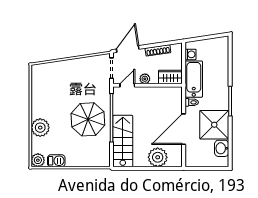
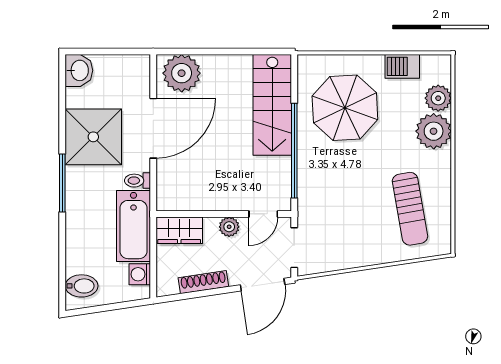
bidet: (220, 48) -> (82, 286), added
sun lounger: (52, 88) -> (410, 209), added
parasol: (88, 119) -> (345, 108), moved
washbasin: (222, 148) -> (79, 70), moved
plant: (158, 157) -> (182, 73), moved
plant: (38, 160) -> (438, 98), moved

